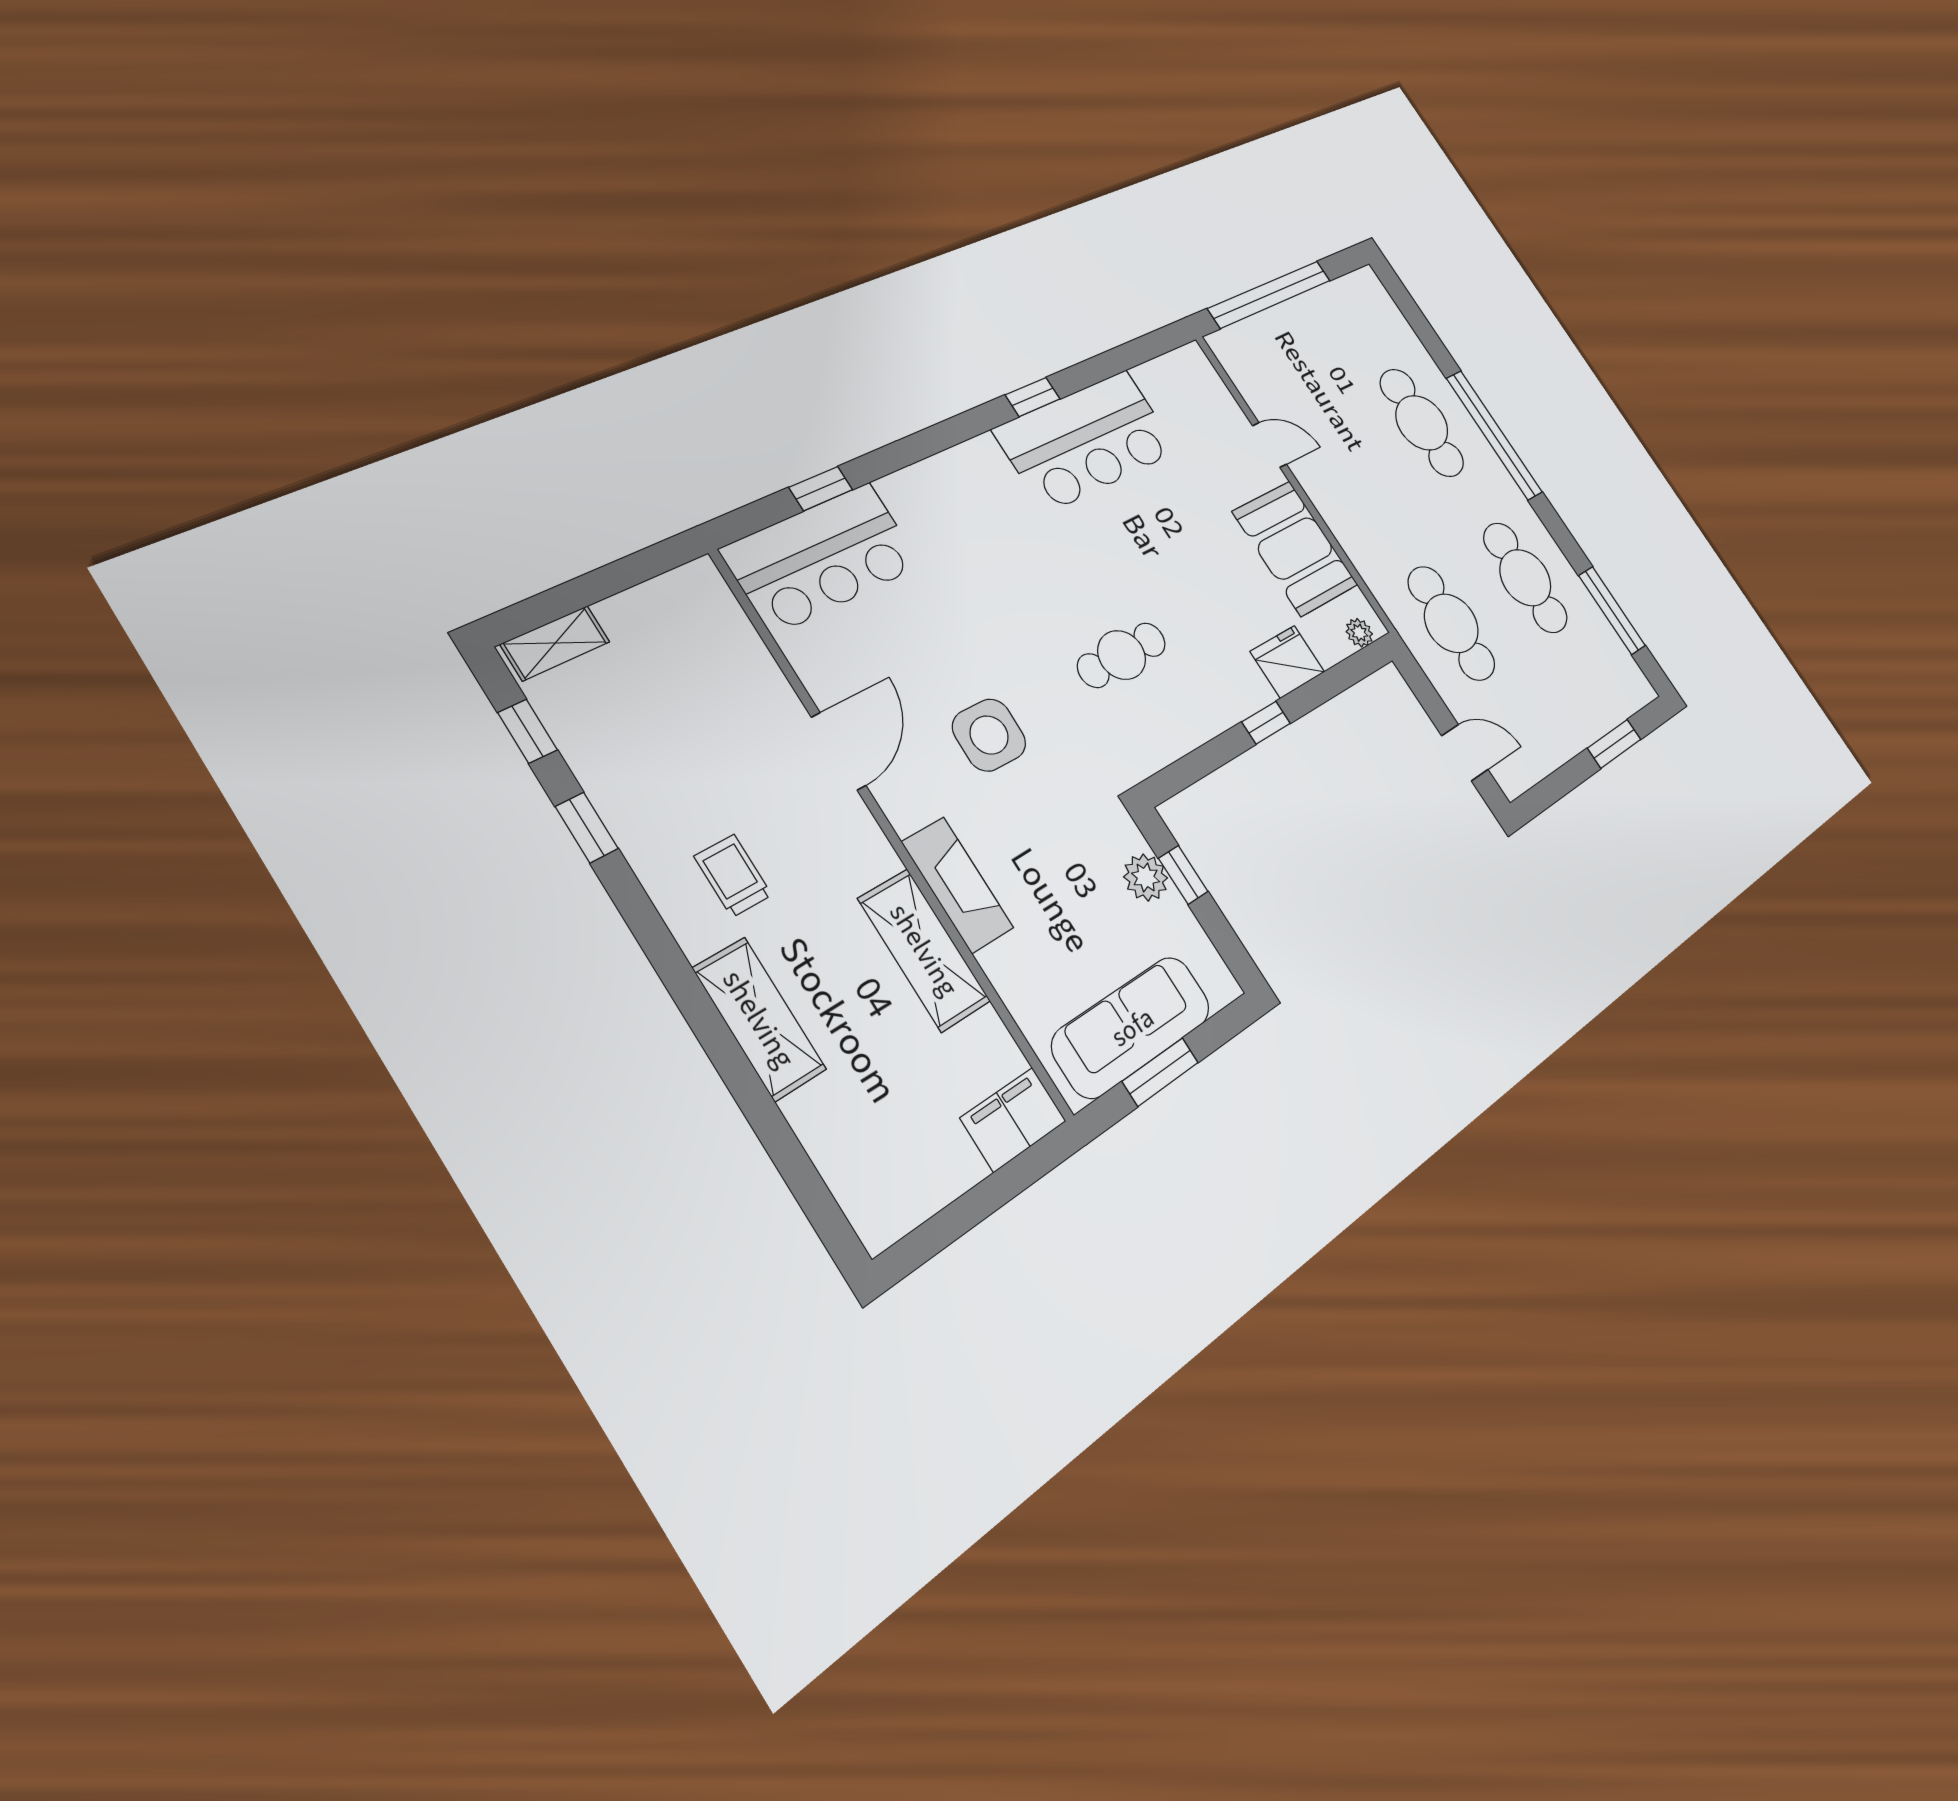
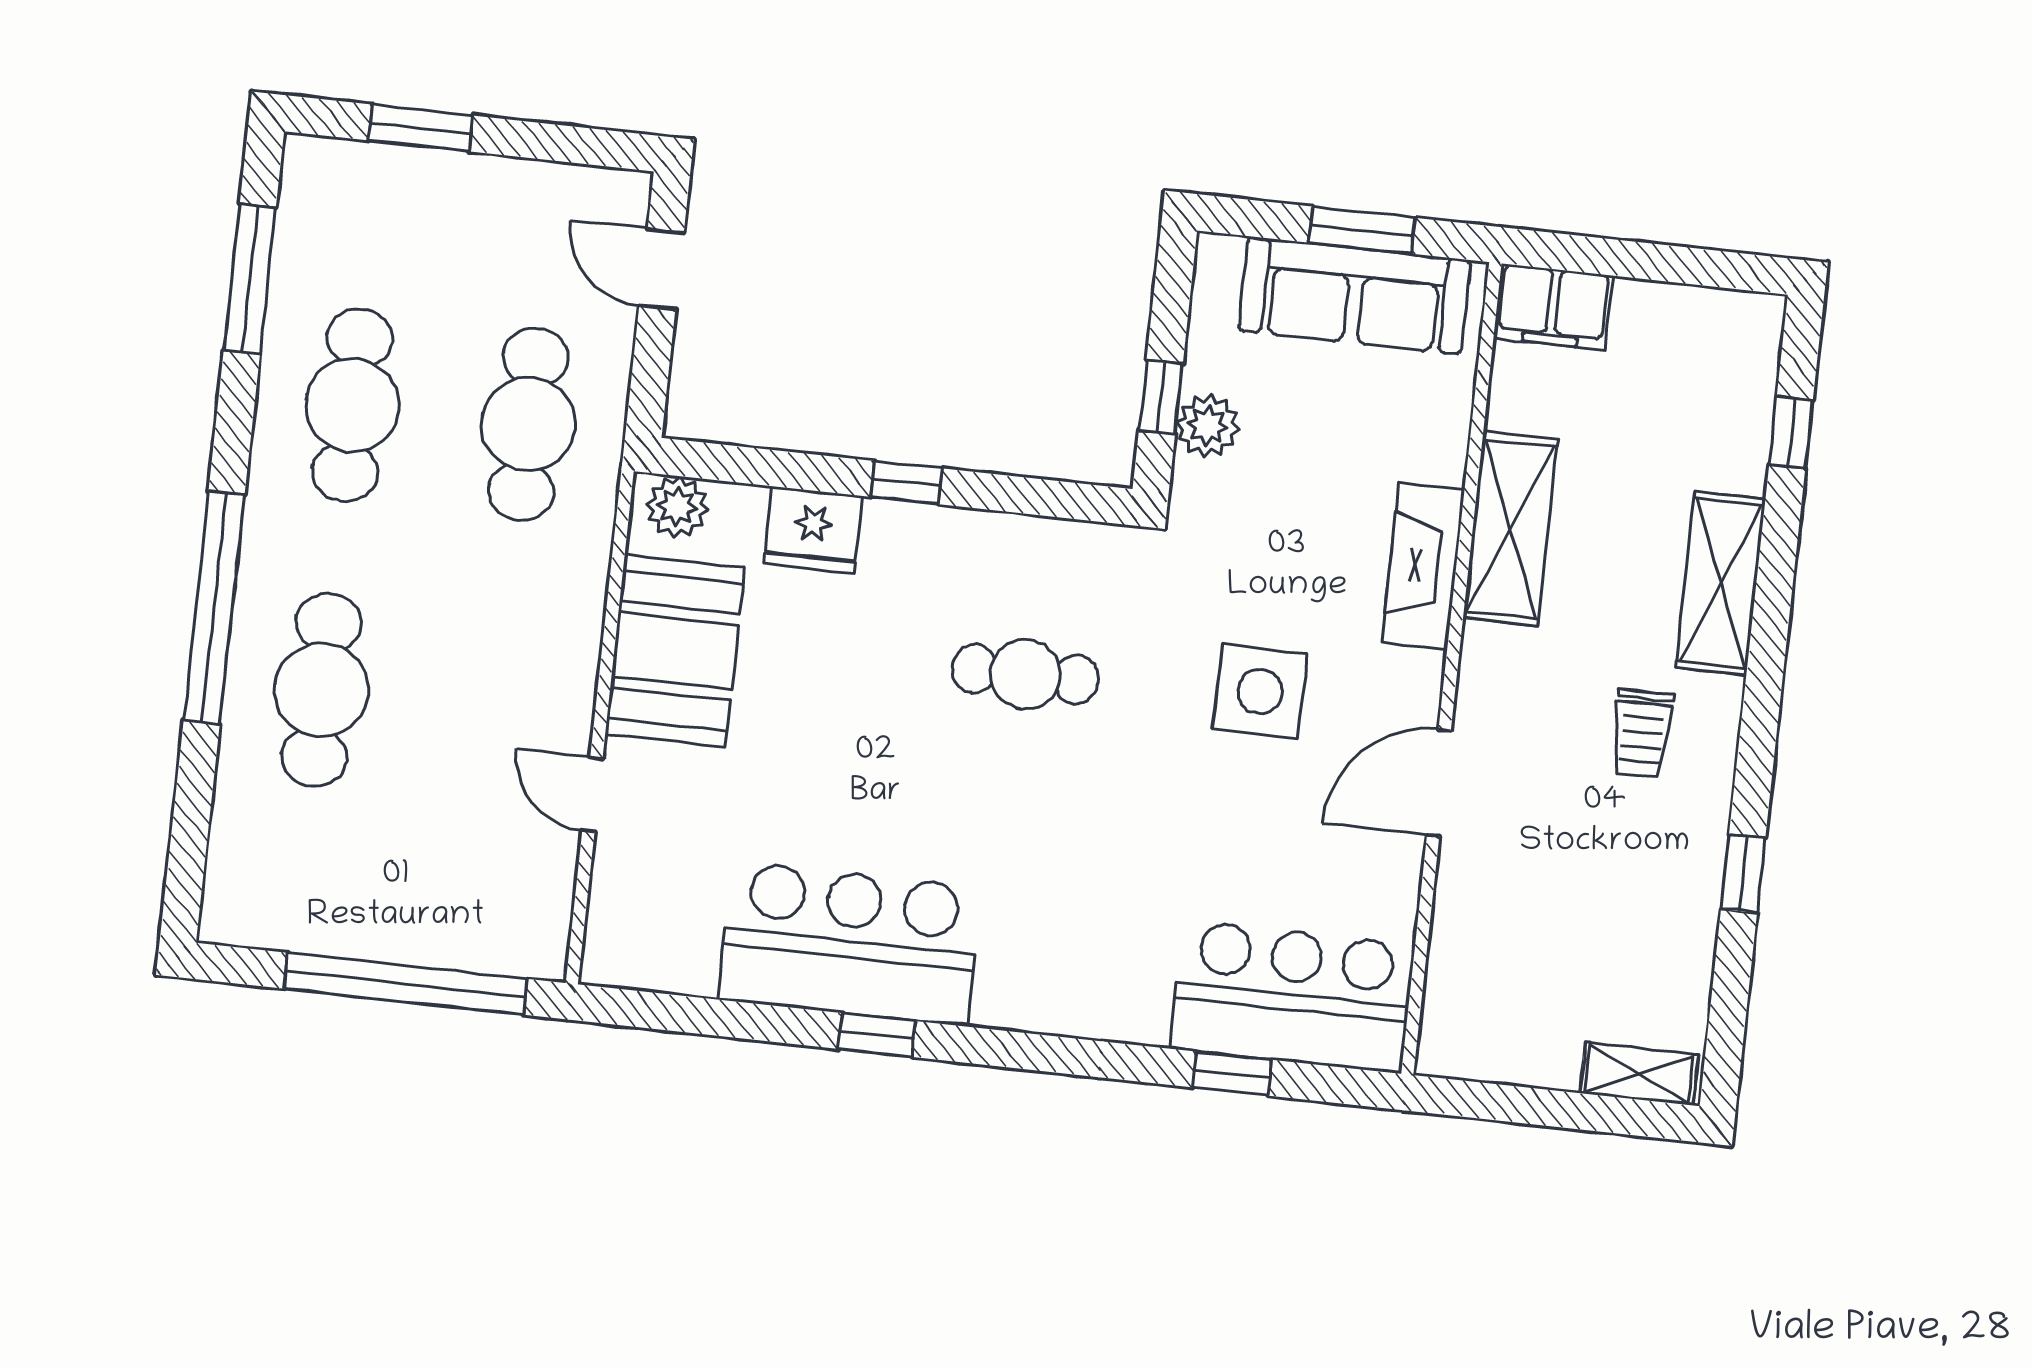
plant: (1359, 633) -> (677, 507), width x1.38, depth x1.38
window: (528, 731) -> (1791, 432), moved

